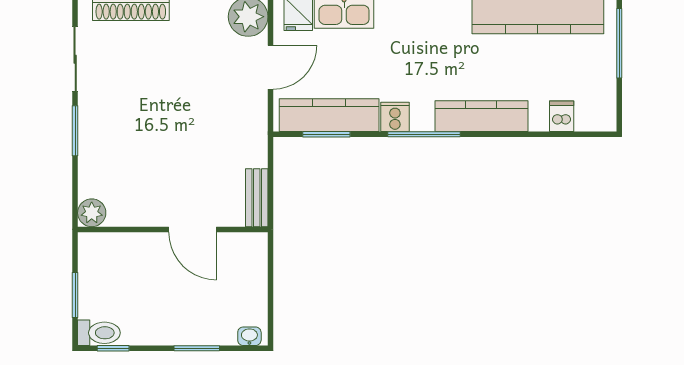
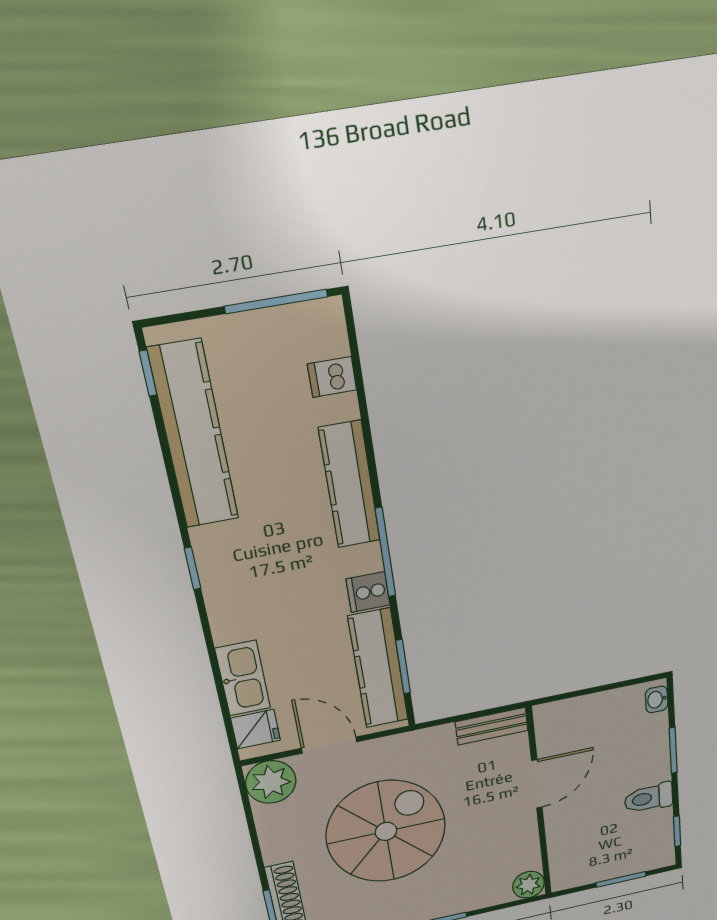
window: (619, 43) -> (276, 301), moved
spiral stairs: (178, 100) -> (386, 831), added
toilet: (99, 333) -> (649, 798), moved, turned -90

